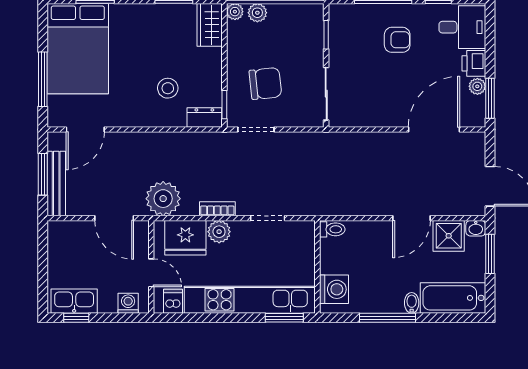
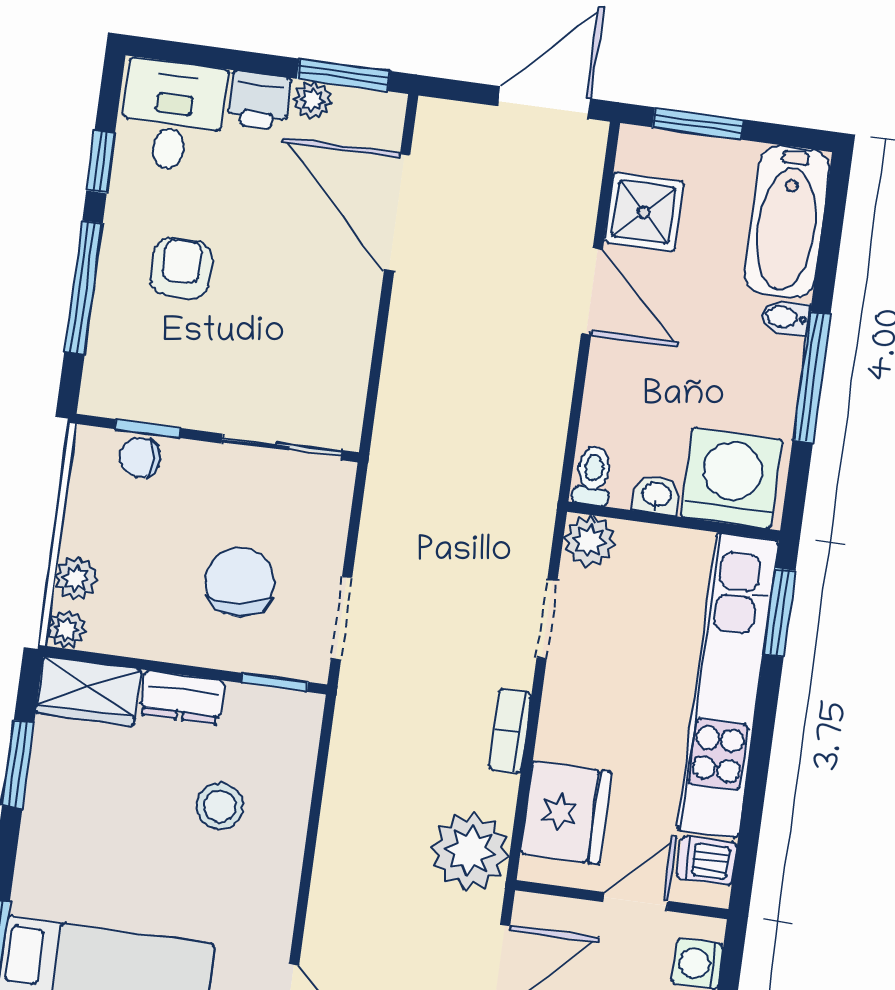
chair: (313, 33) -> (140, 458), added
dresser: (204, 117) -> (182, 698), moved, turned -90
washbasin: (476, 228) -> (657, 495), moved, turned -90
plant: (219, 232) -> (589, 541), moved
washing machine: (334, 289) -> (732, 478), width x1.37, depth x1.37

